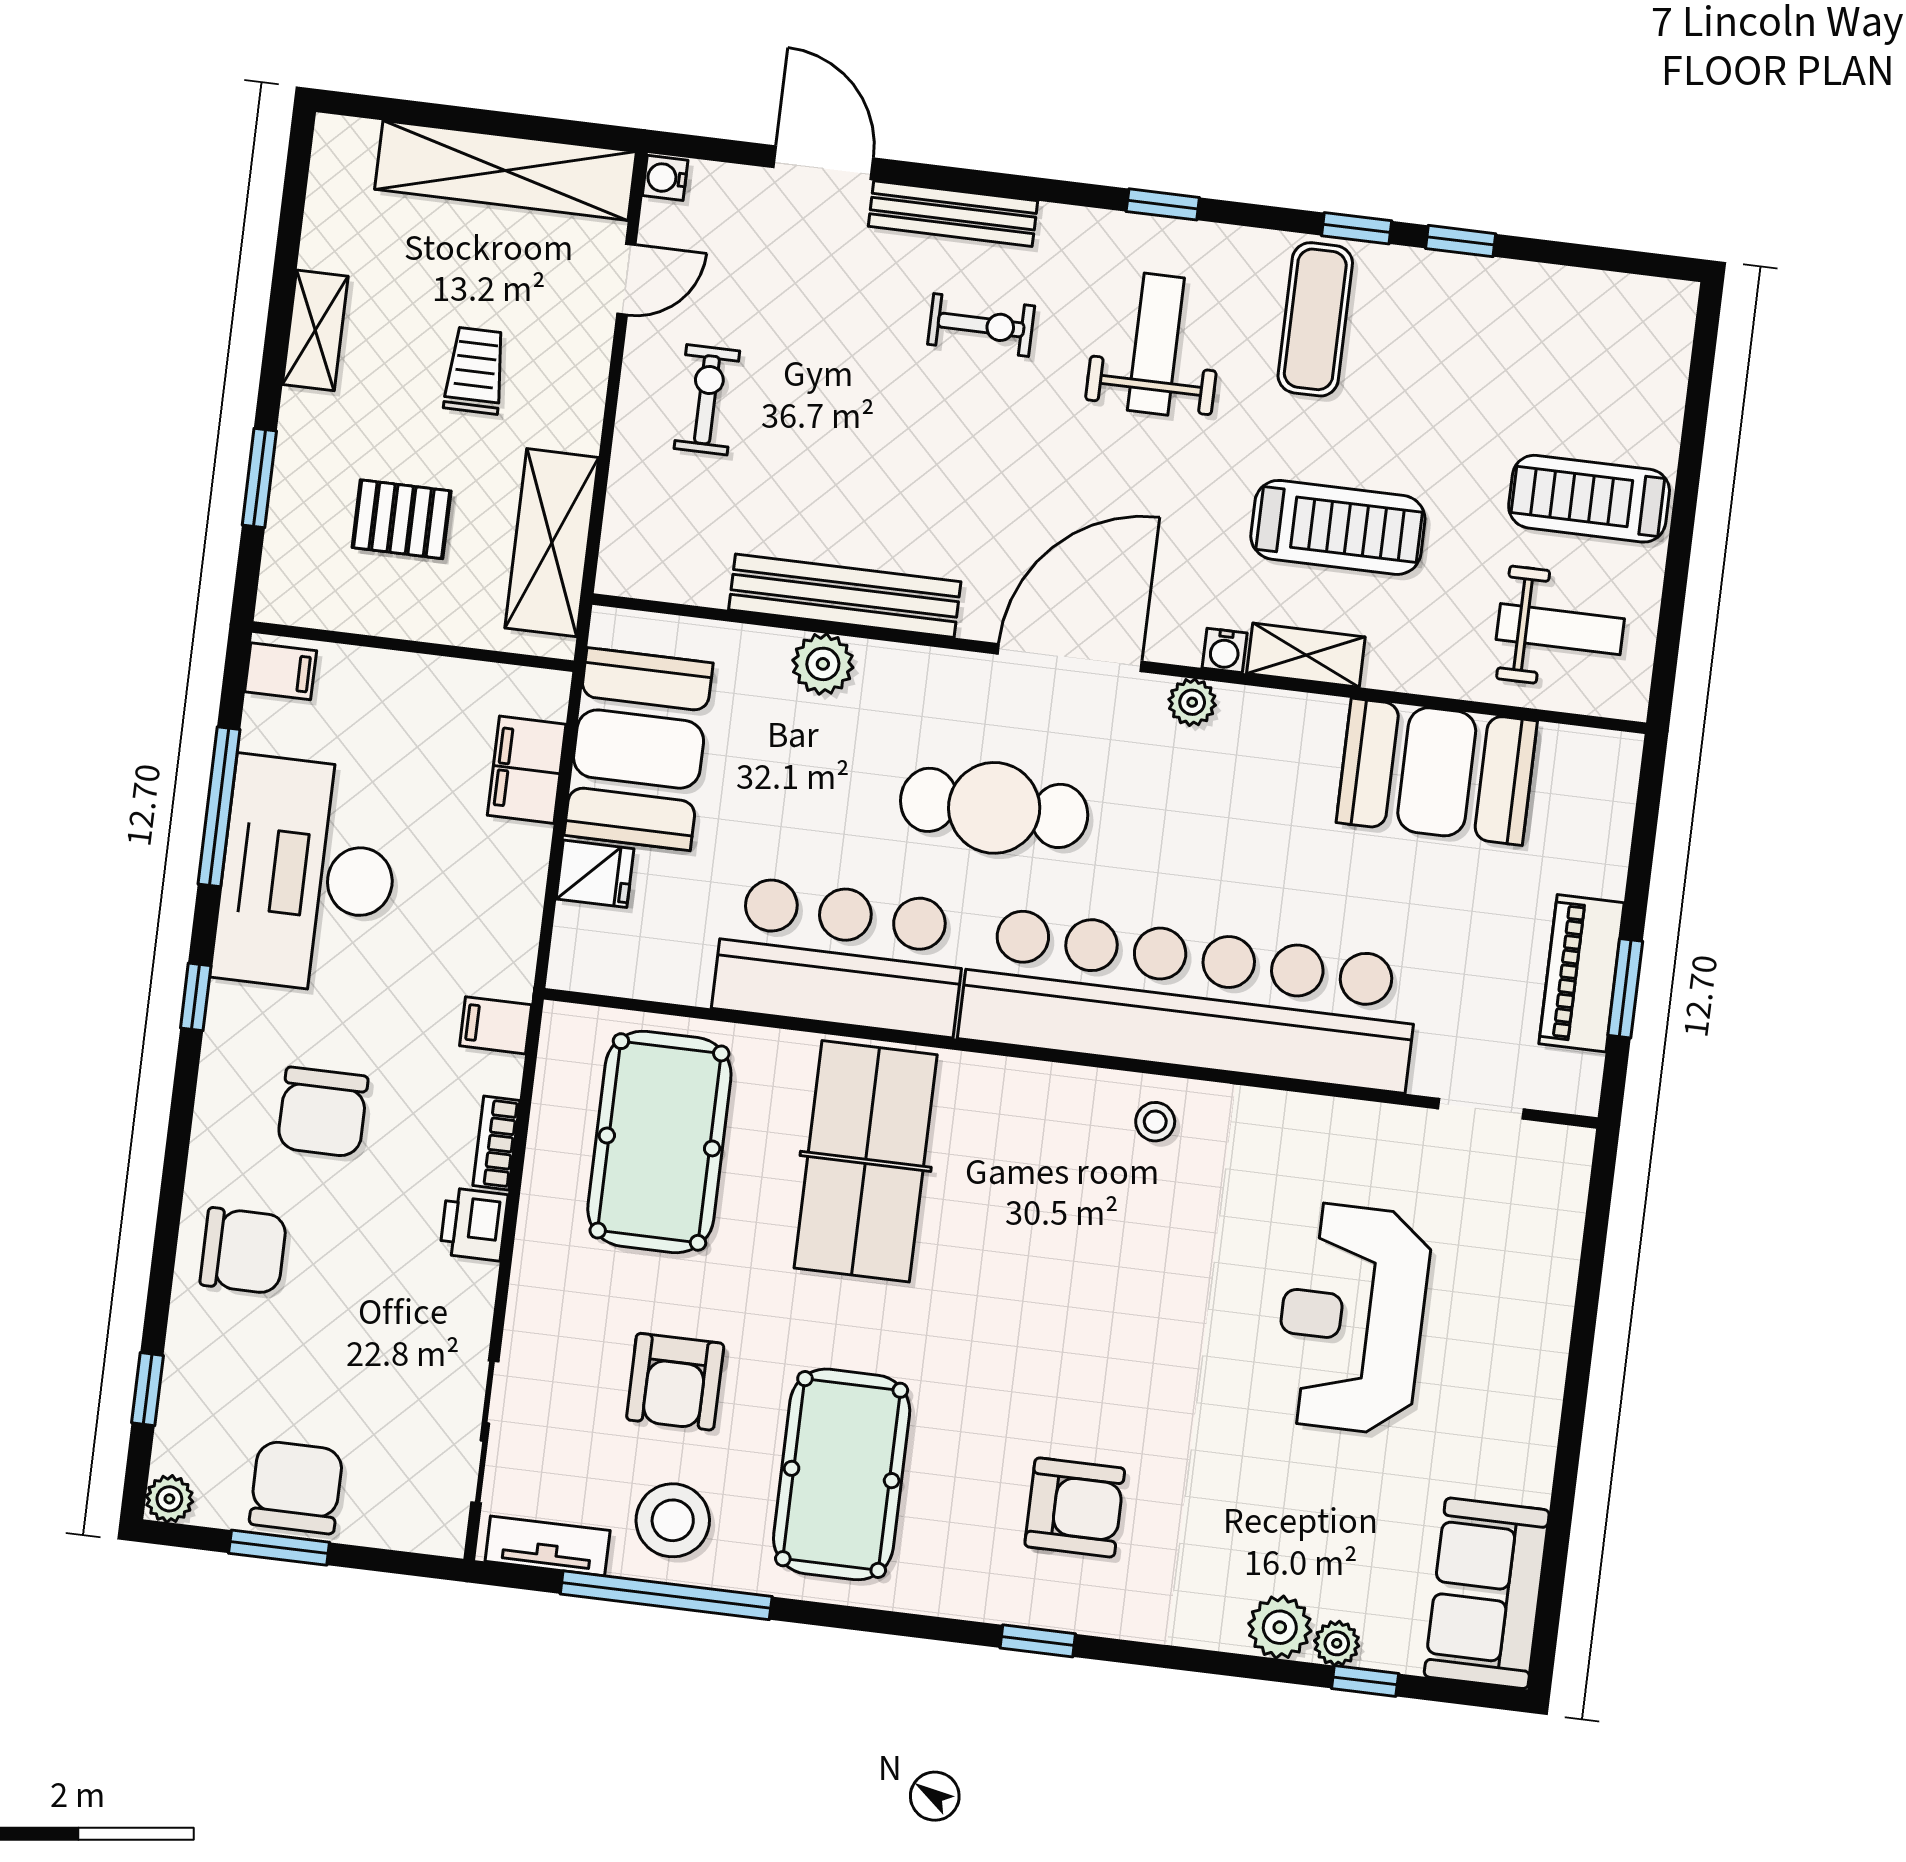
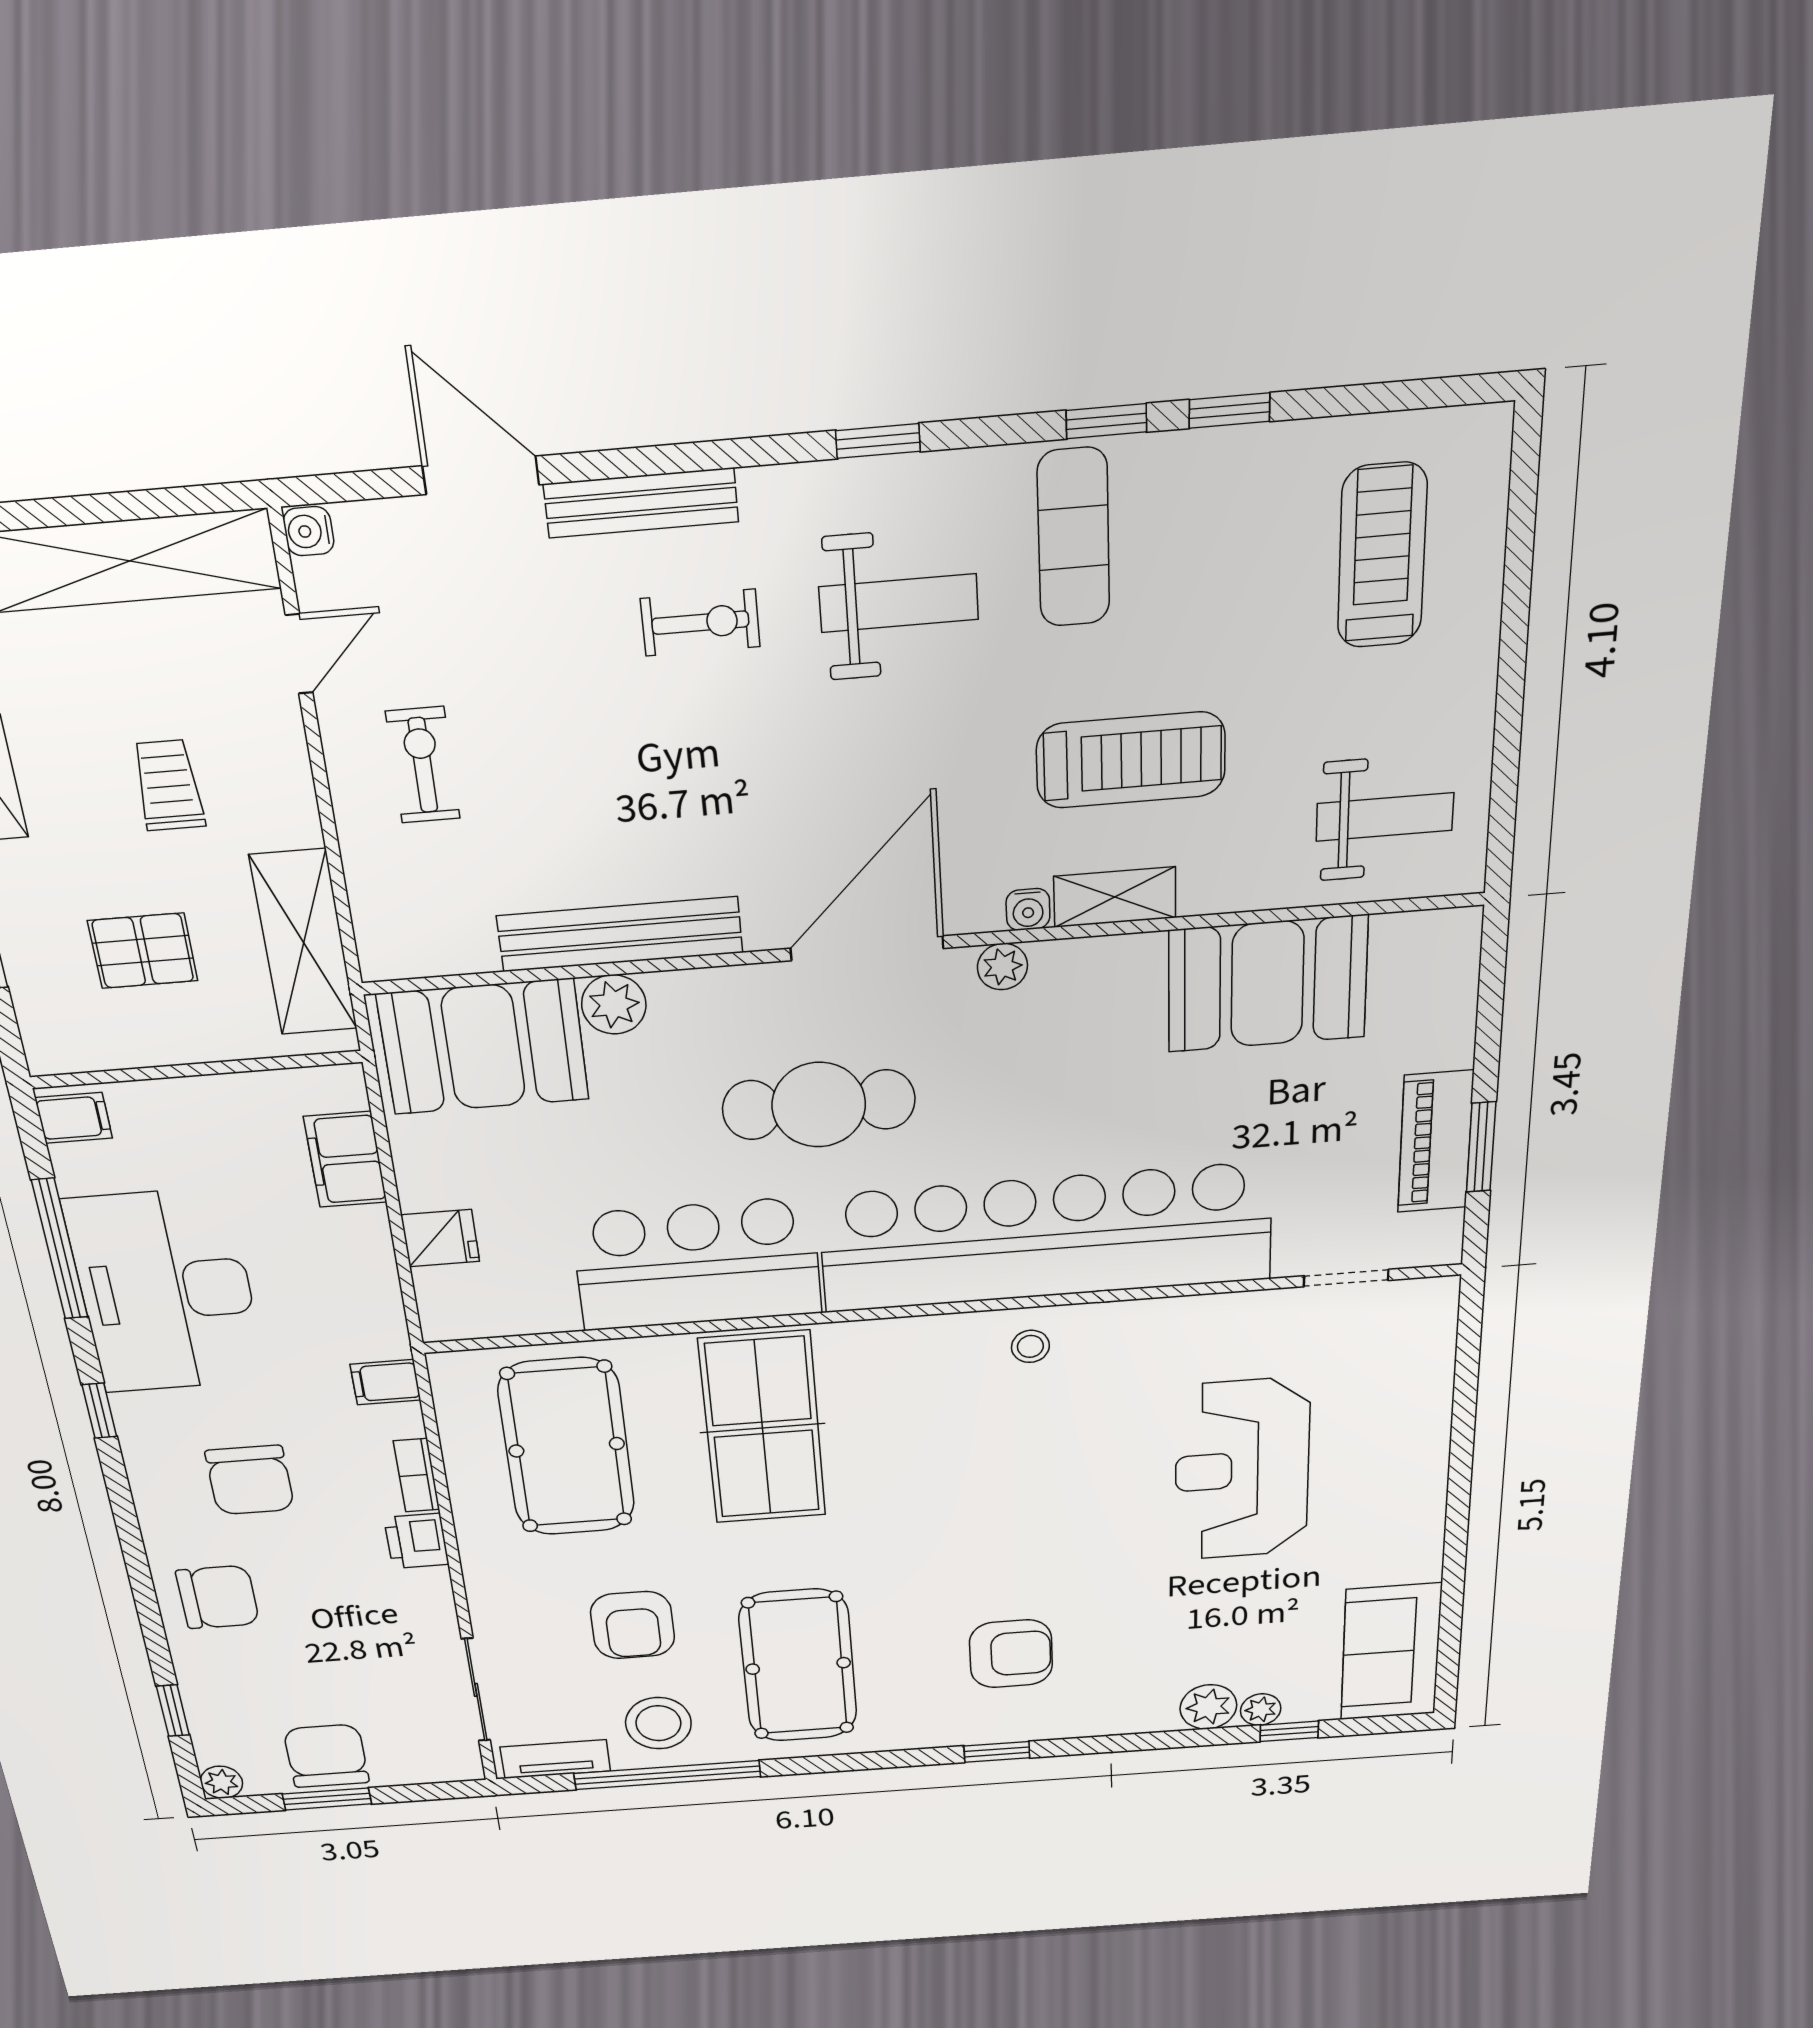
weight bench: (1156, 344) -> (899, 603), turned 90
treadmill: (1589, 499) -> (1382, 556), moved, turned 90
booth: (639, 749) -> (483, 1047), moved, turned 90

